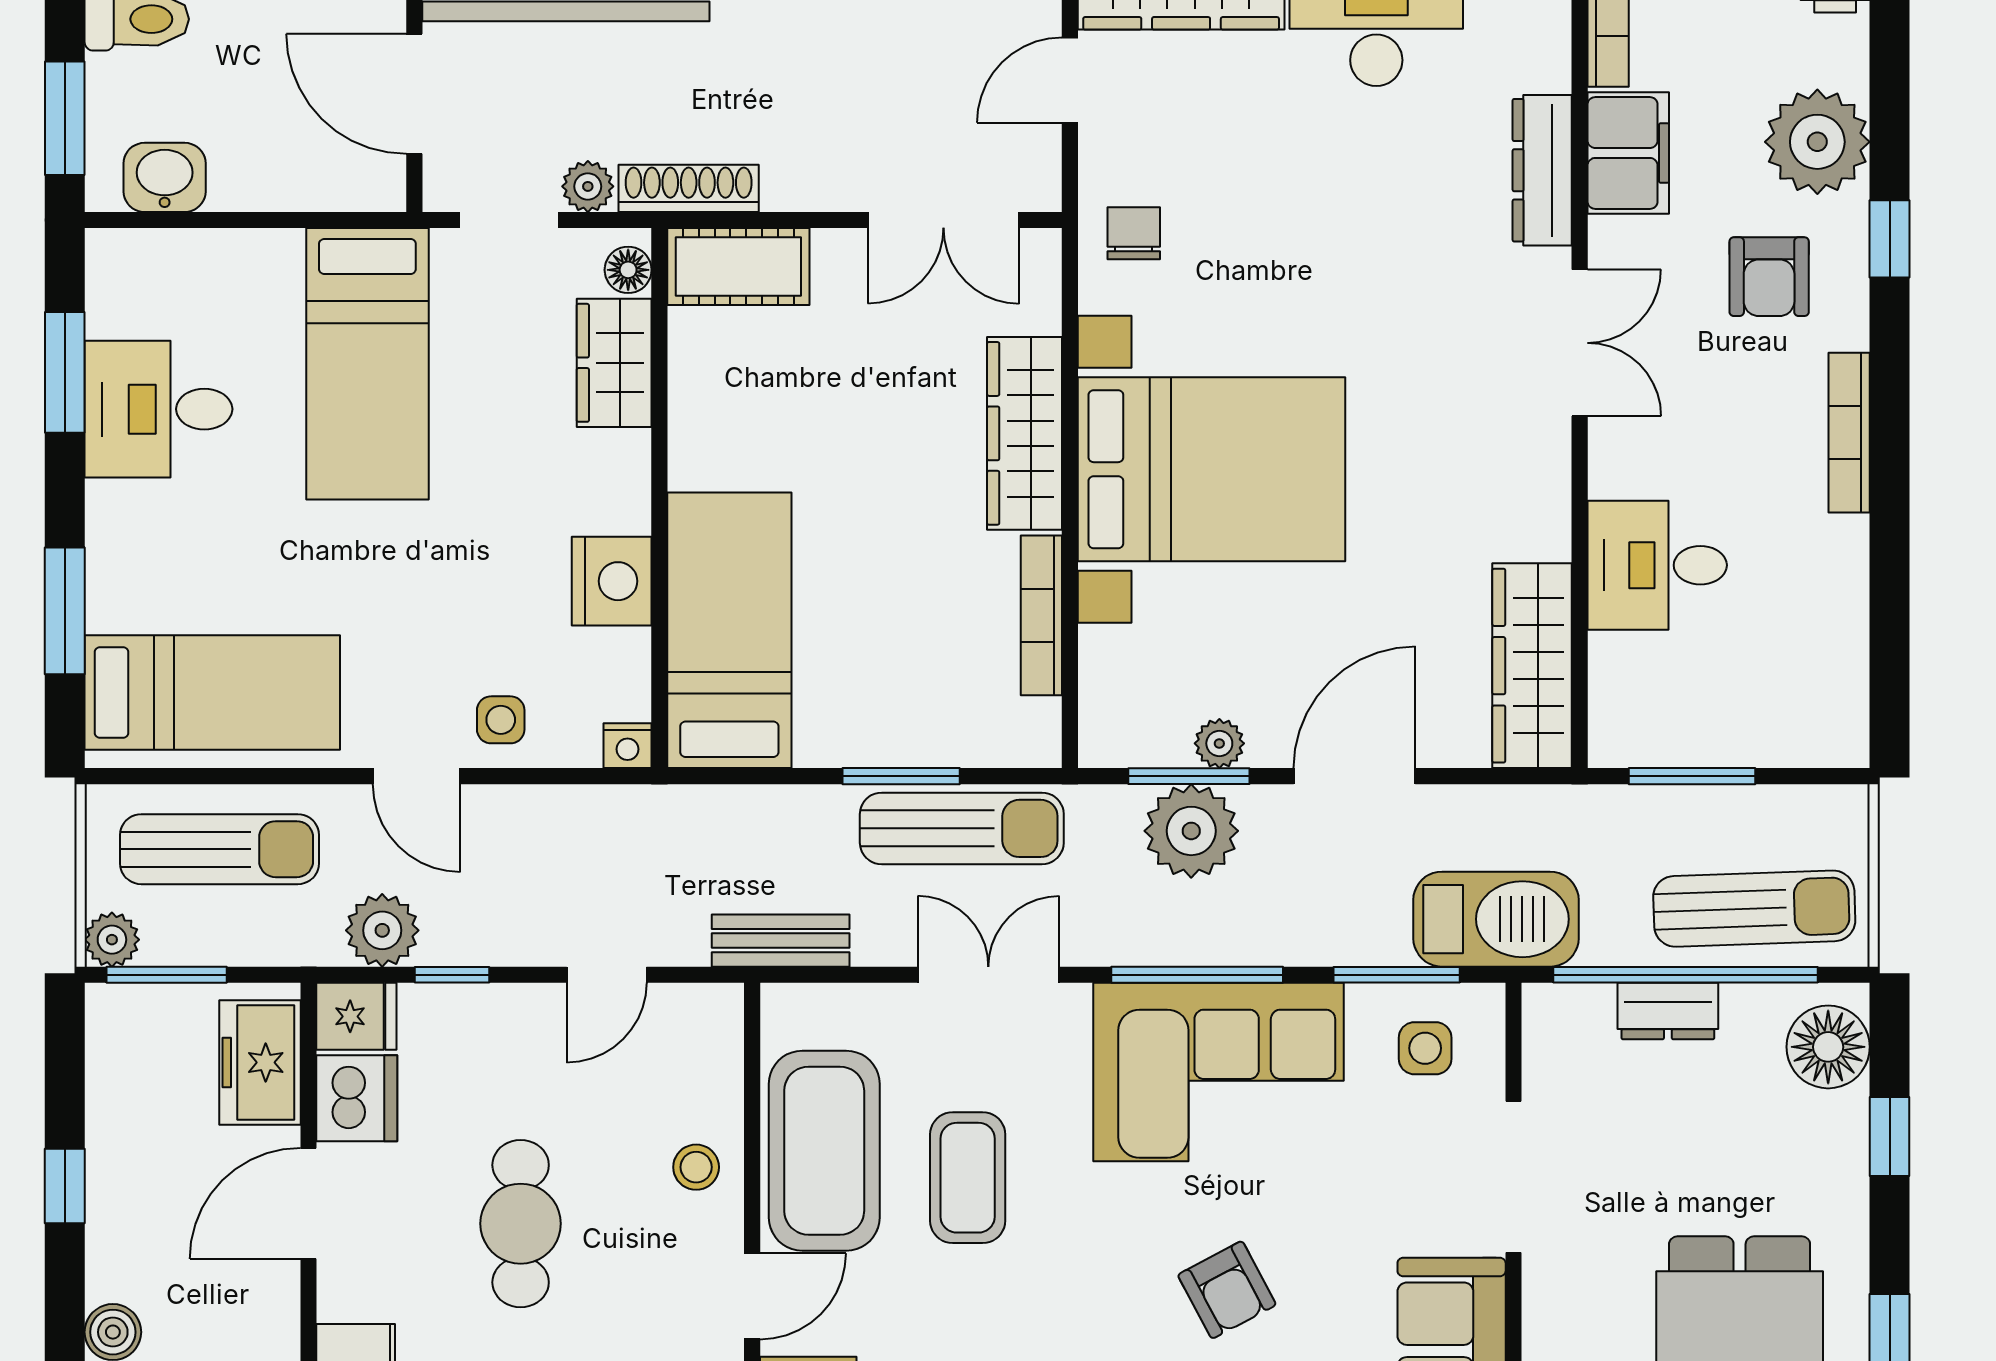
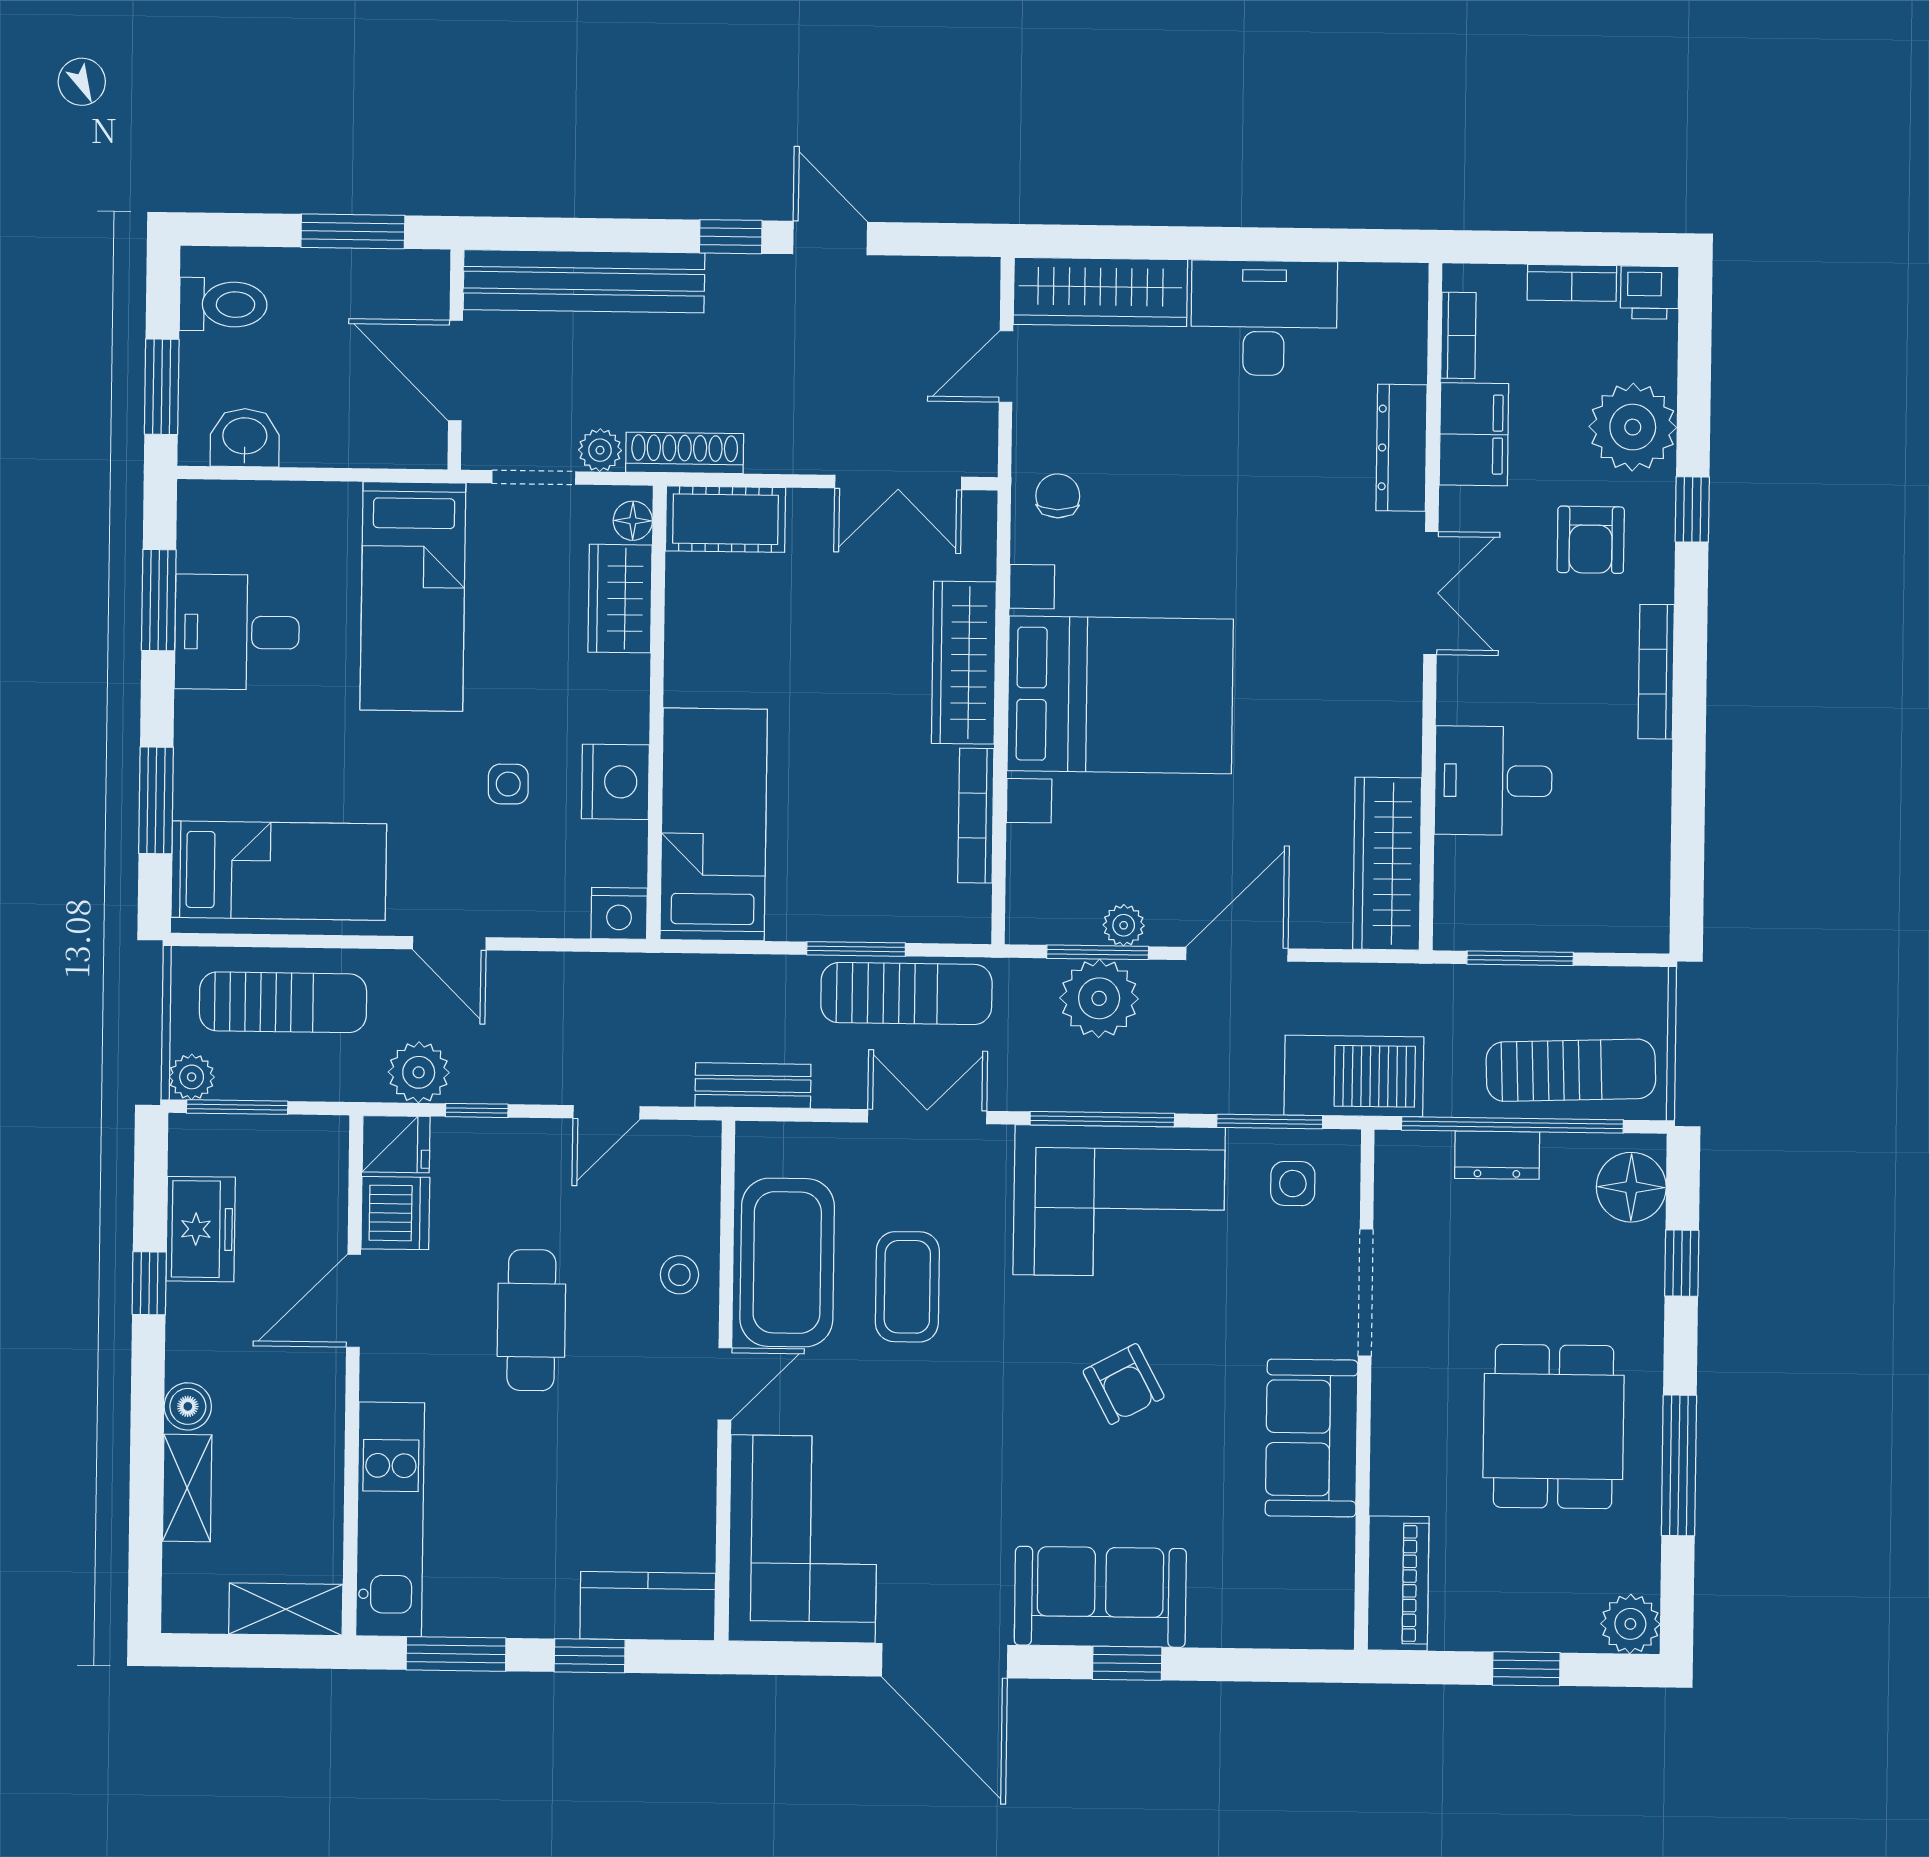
side table: (501, 720) -> (508, 784), moved
nightstand: (628, 746) -> (619, 913), width x1.39, depth x1.35
freezer: (260, 1062) -> (201, 1229), moved, turned 180

